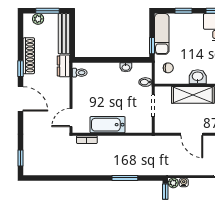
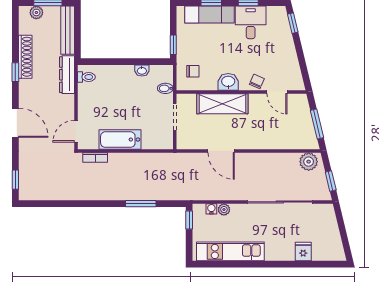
exam couch: (162, 34) -> (209, 15), moved, turned 90
dresser: (63, 66) -> (67, 75), width x1.44
door: (21, 99) -> (15, 123), moved
plant: (173, 183) -> (224, 210), moved

